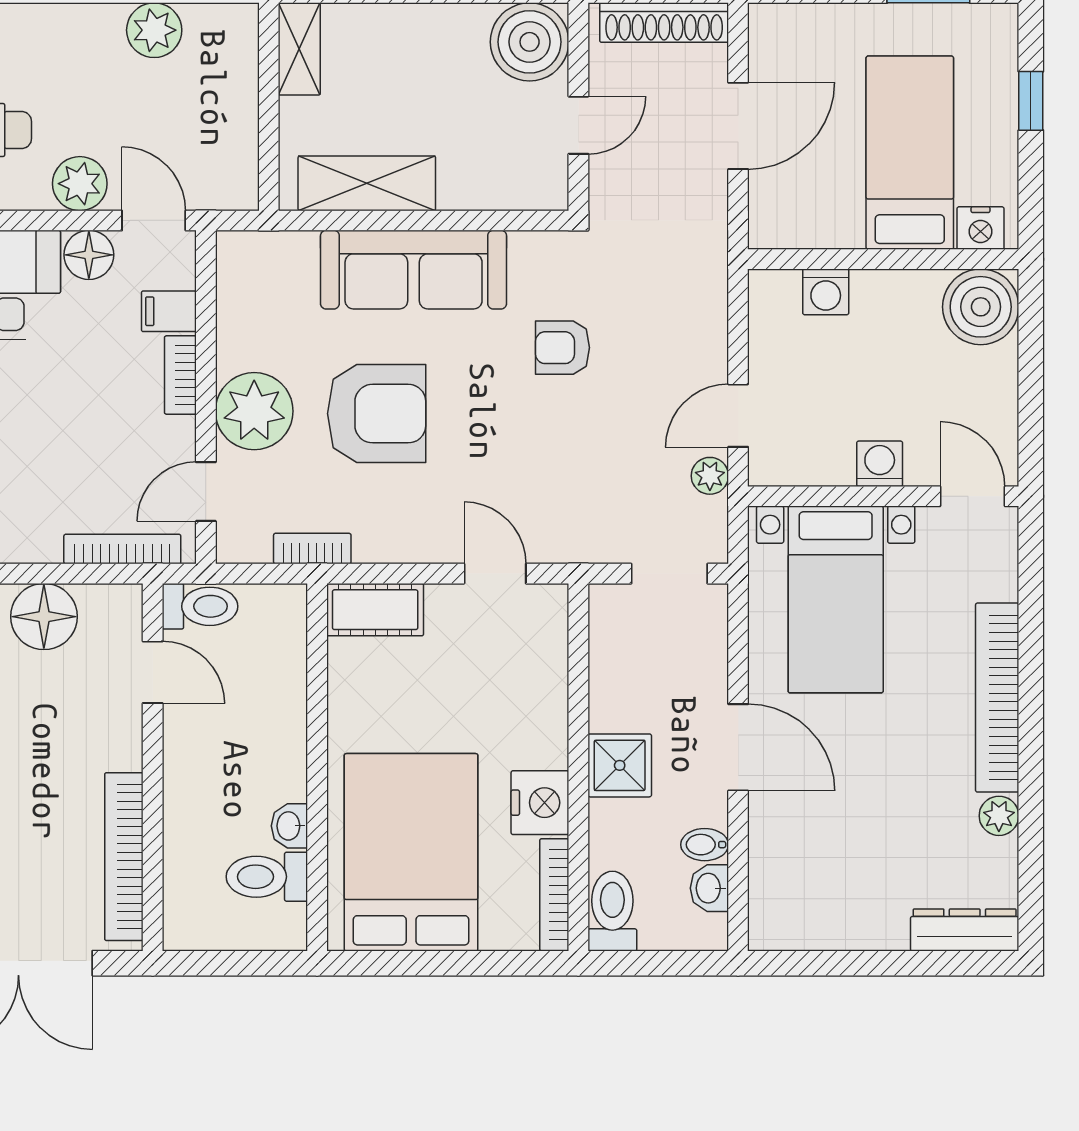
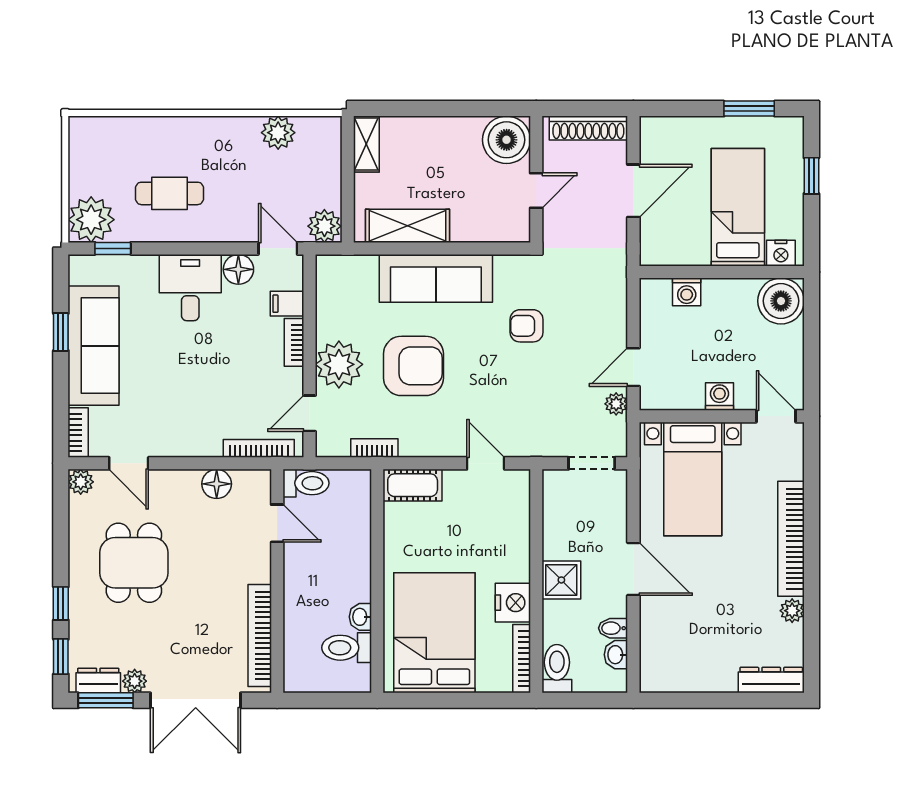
plant: (80, 184) -> (324, 226), moved
floor lamp: (44, 617) -> (217, 484), width x0.73, depth x0.73

